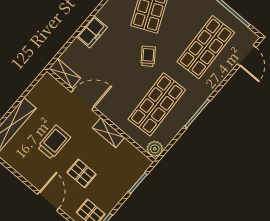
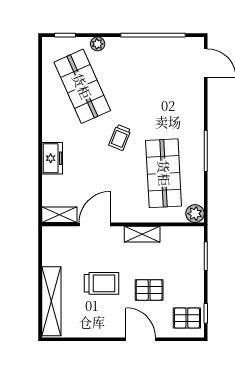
shop shelf: (206, 47) -> (164, 86), removed
trolley: (148, 56) -> (120, 137), turned -122
trolley: (54, 142) -> (102, 283), turned 90

